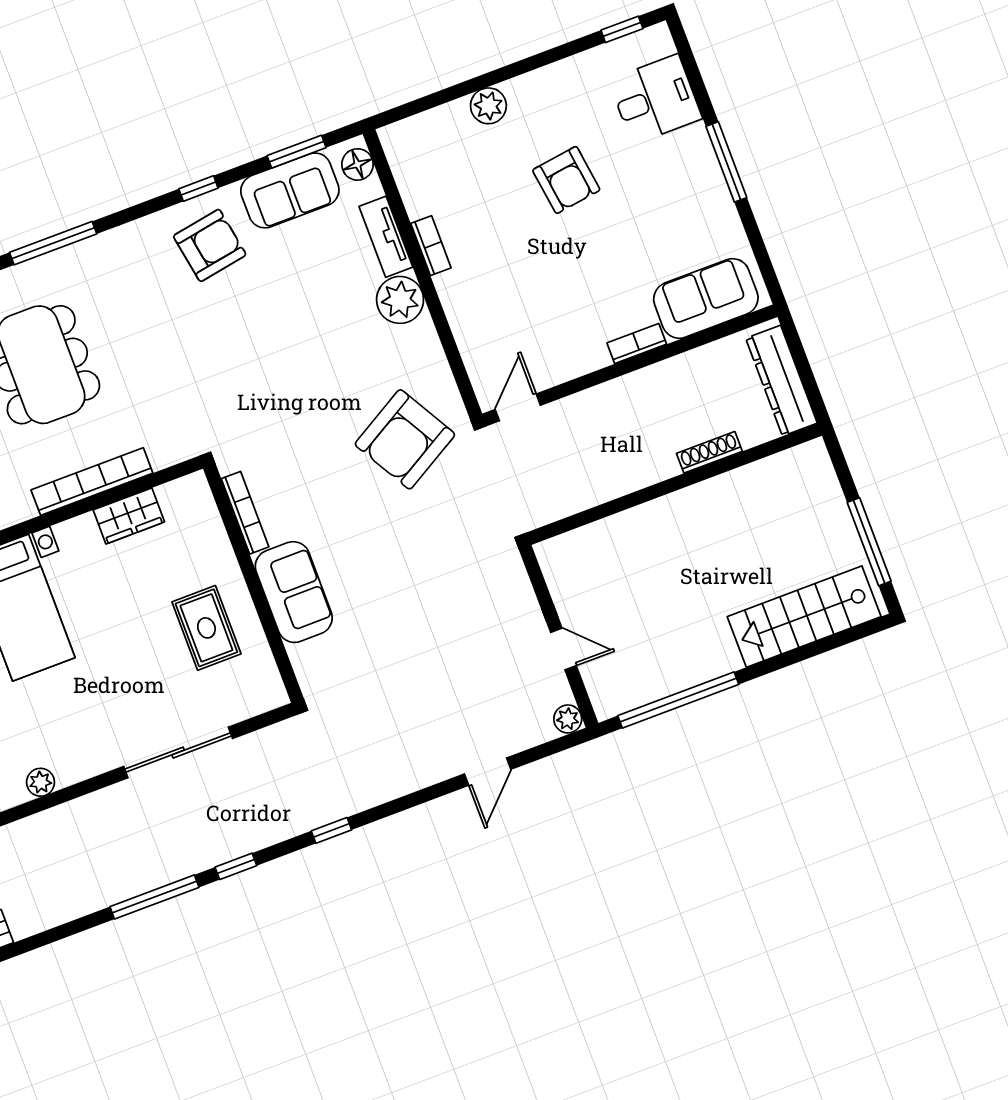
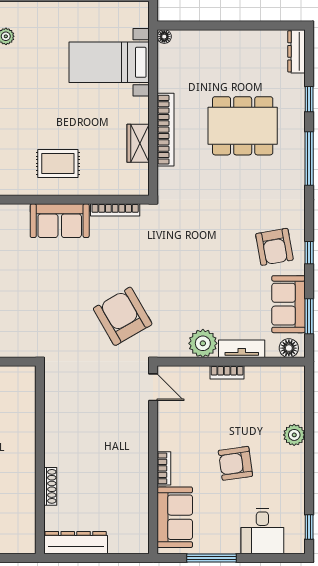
sofa: (706, 298) -> (175, 517), moved
bookcase: (637, 344) -> (164, 468), moved
wall: (630, 365) -> (153, 460), moved
door: (518, 407) -> (153, 387), moved

